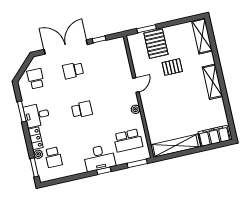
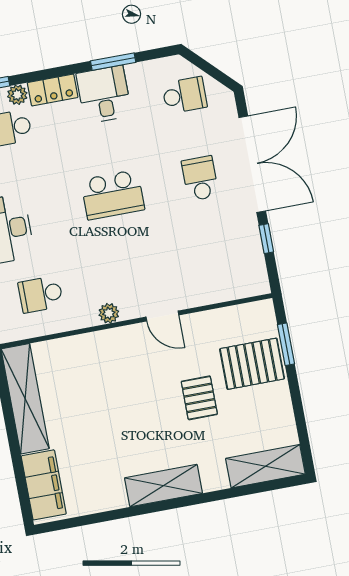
school desk: (82, 110) -> (113, 195), width x1.85
school desk: (128, 140) -> (41, 294), width x0.54

